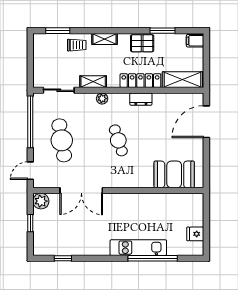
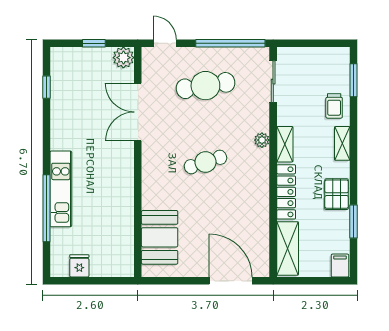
shelving: (93, 82) -> (285, 144), moved
dresser: (141, 99) -> (261, 192), removed

